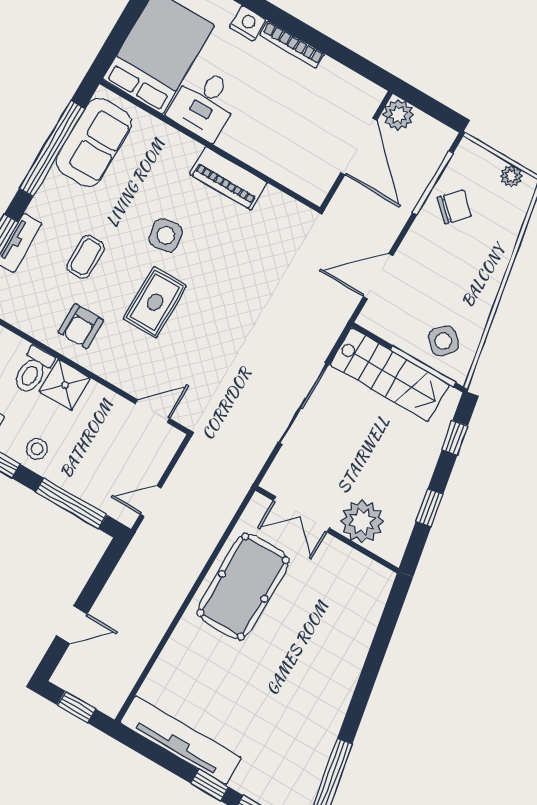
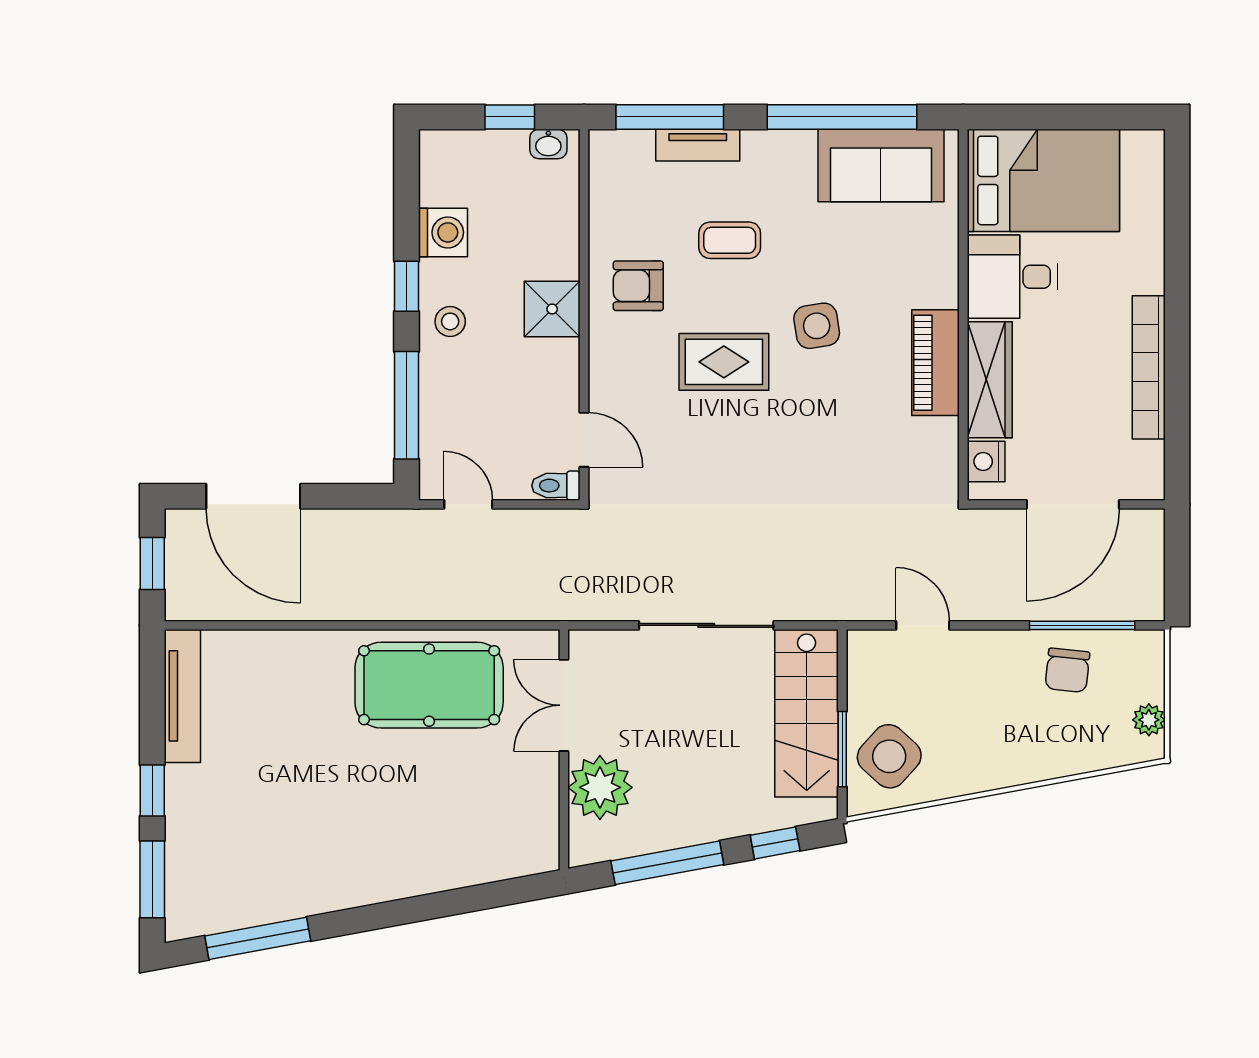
nightstand: (248, 23) -> (986, 462), moved, turned 180
bookcase: (292, 45) -> (1149, 367), width x1.48, depth x1.31
plant: (398, 115) -> (1142, 531), removed
wardrobe: (257, 152) -> (990, 380), added
chair: (454, 207) -> (1067, 670), turned 53
door: (378, 276) -> (923, 625), width x0.73
side table: (443, 341) -> (889, 756), width x1.37, depth x1.37
window: (423, 366) -> (842, 749), width x0.69
toilet: (33, 370) -> (556, 486), moved, width x0.73, depth x0.72
window: (429, 508) -> (667, 863), width x2.17
door: (72, 625) -> (253, 496), width x1.88
tv unit: (181, 740) -> (182, 696), width x0.73, depth x0.78

